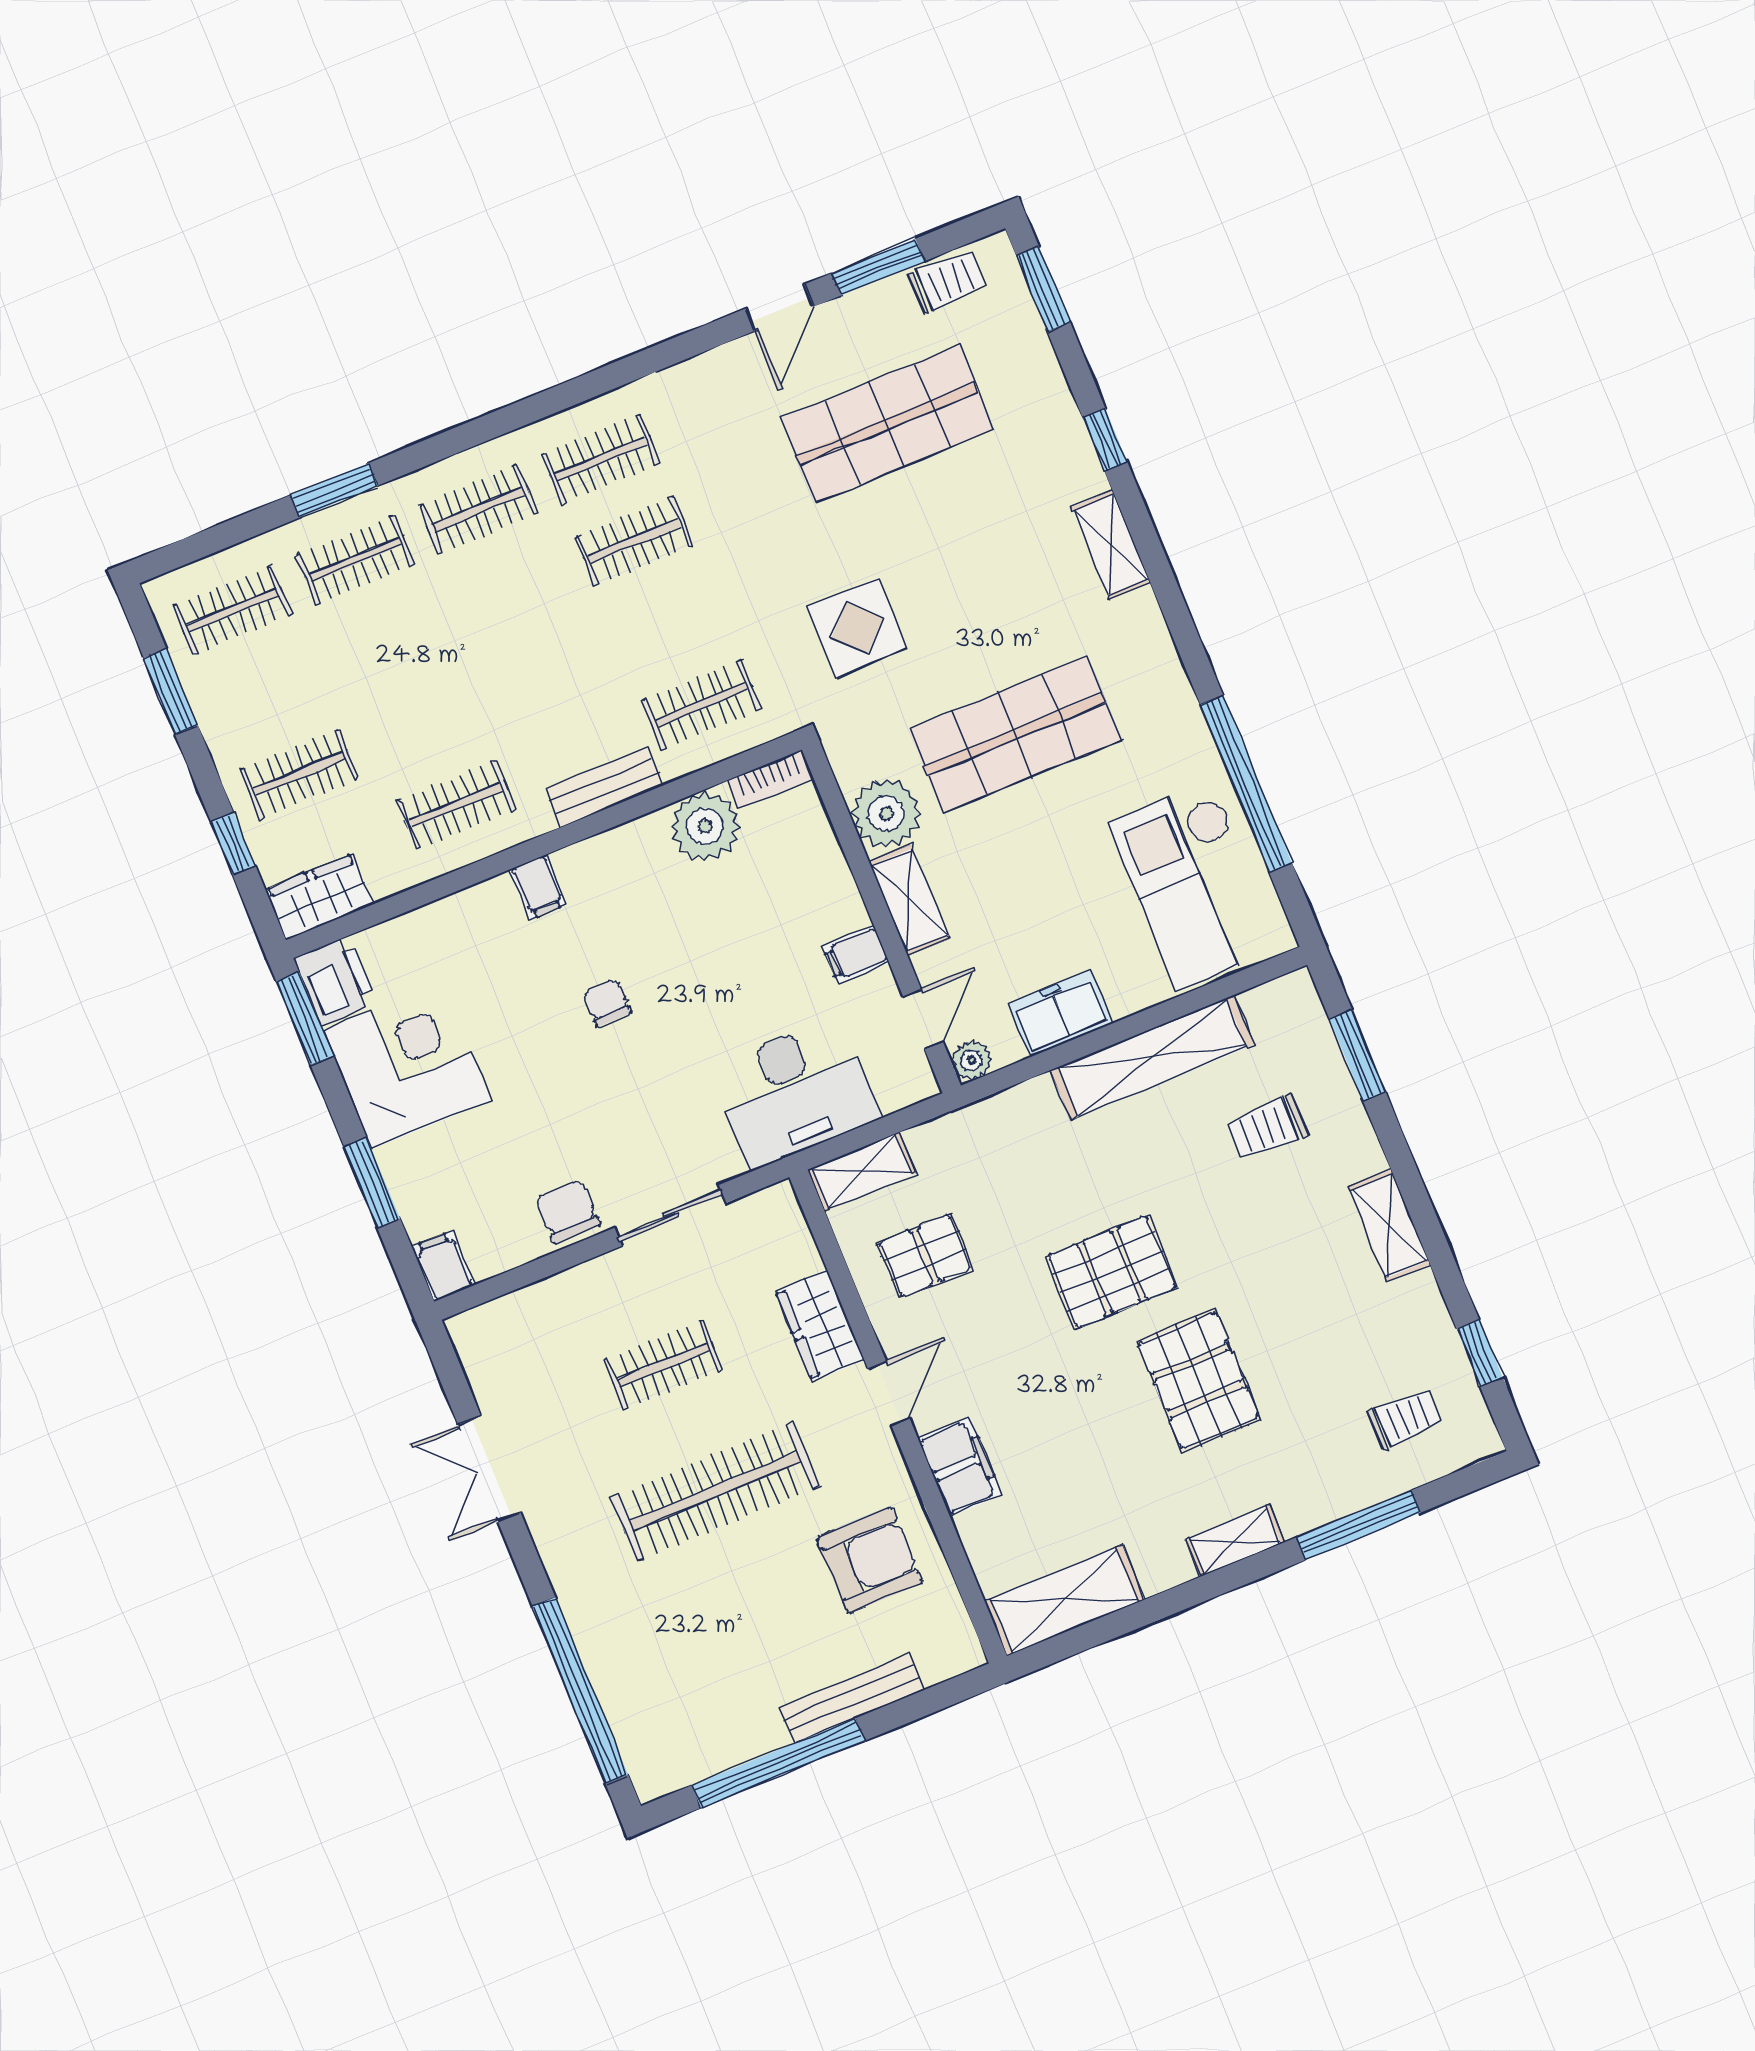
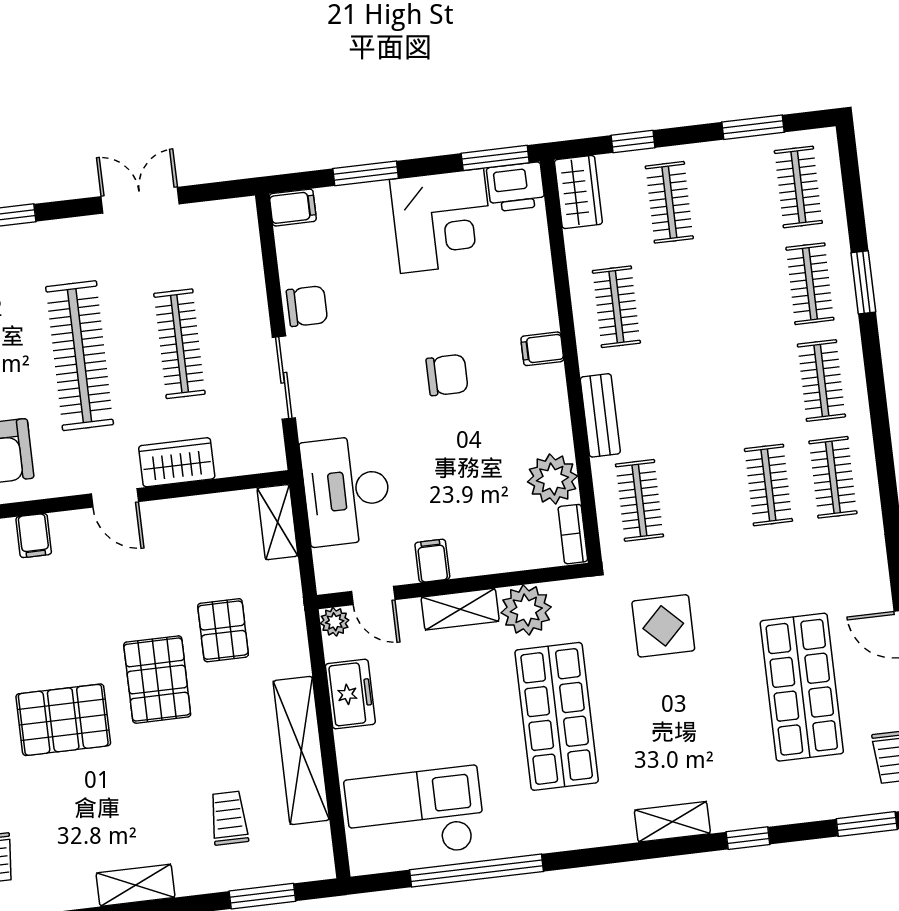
chair: (607, 1003) -> (447, 375), width x1.37, depth x1.37
pallet: (925, 1256) -> (223, 630), moved
clothes rail: (663, 1365) -> (179, 344), width x1.36
filing cabinet: (960, 1467) -> (34, 536), width x0.50

